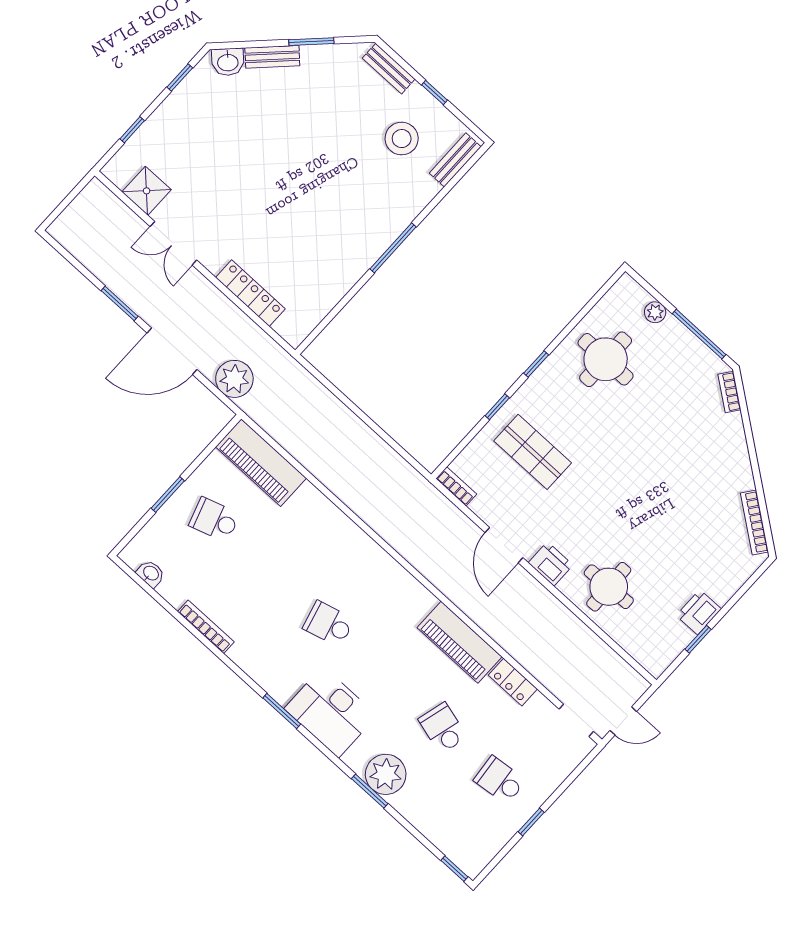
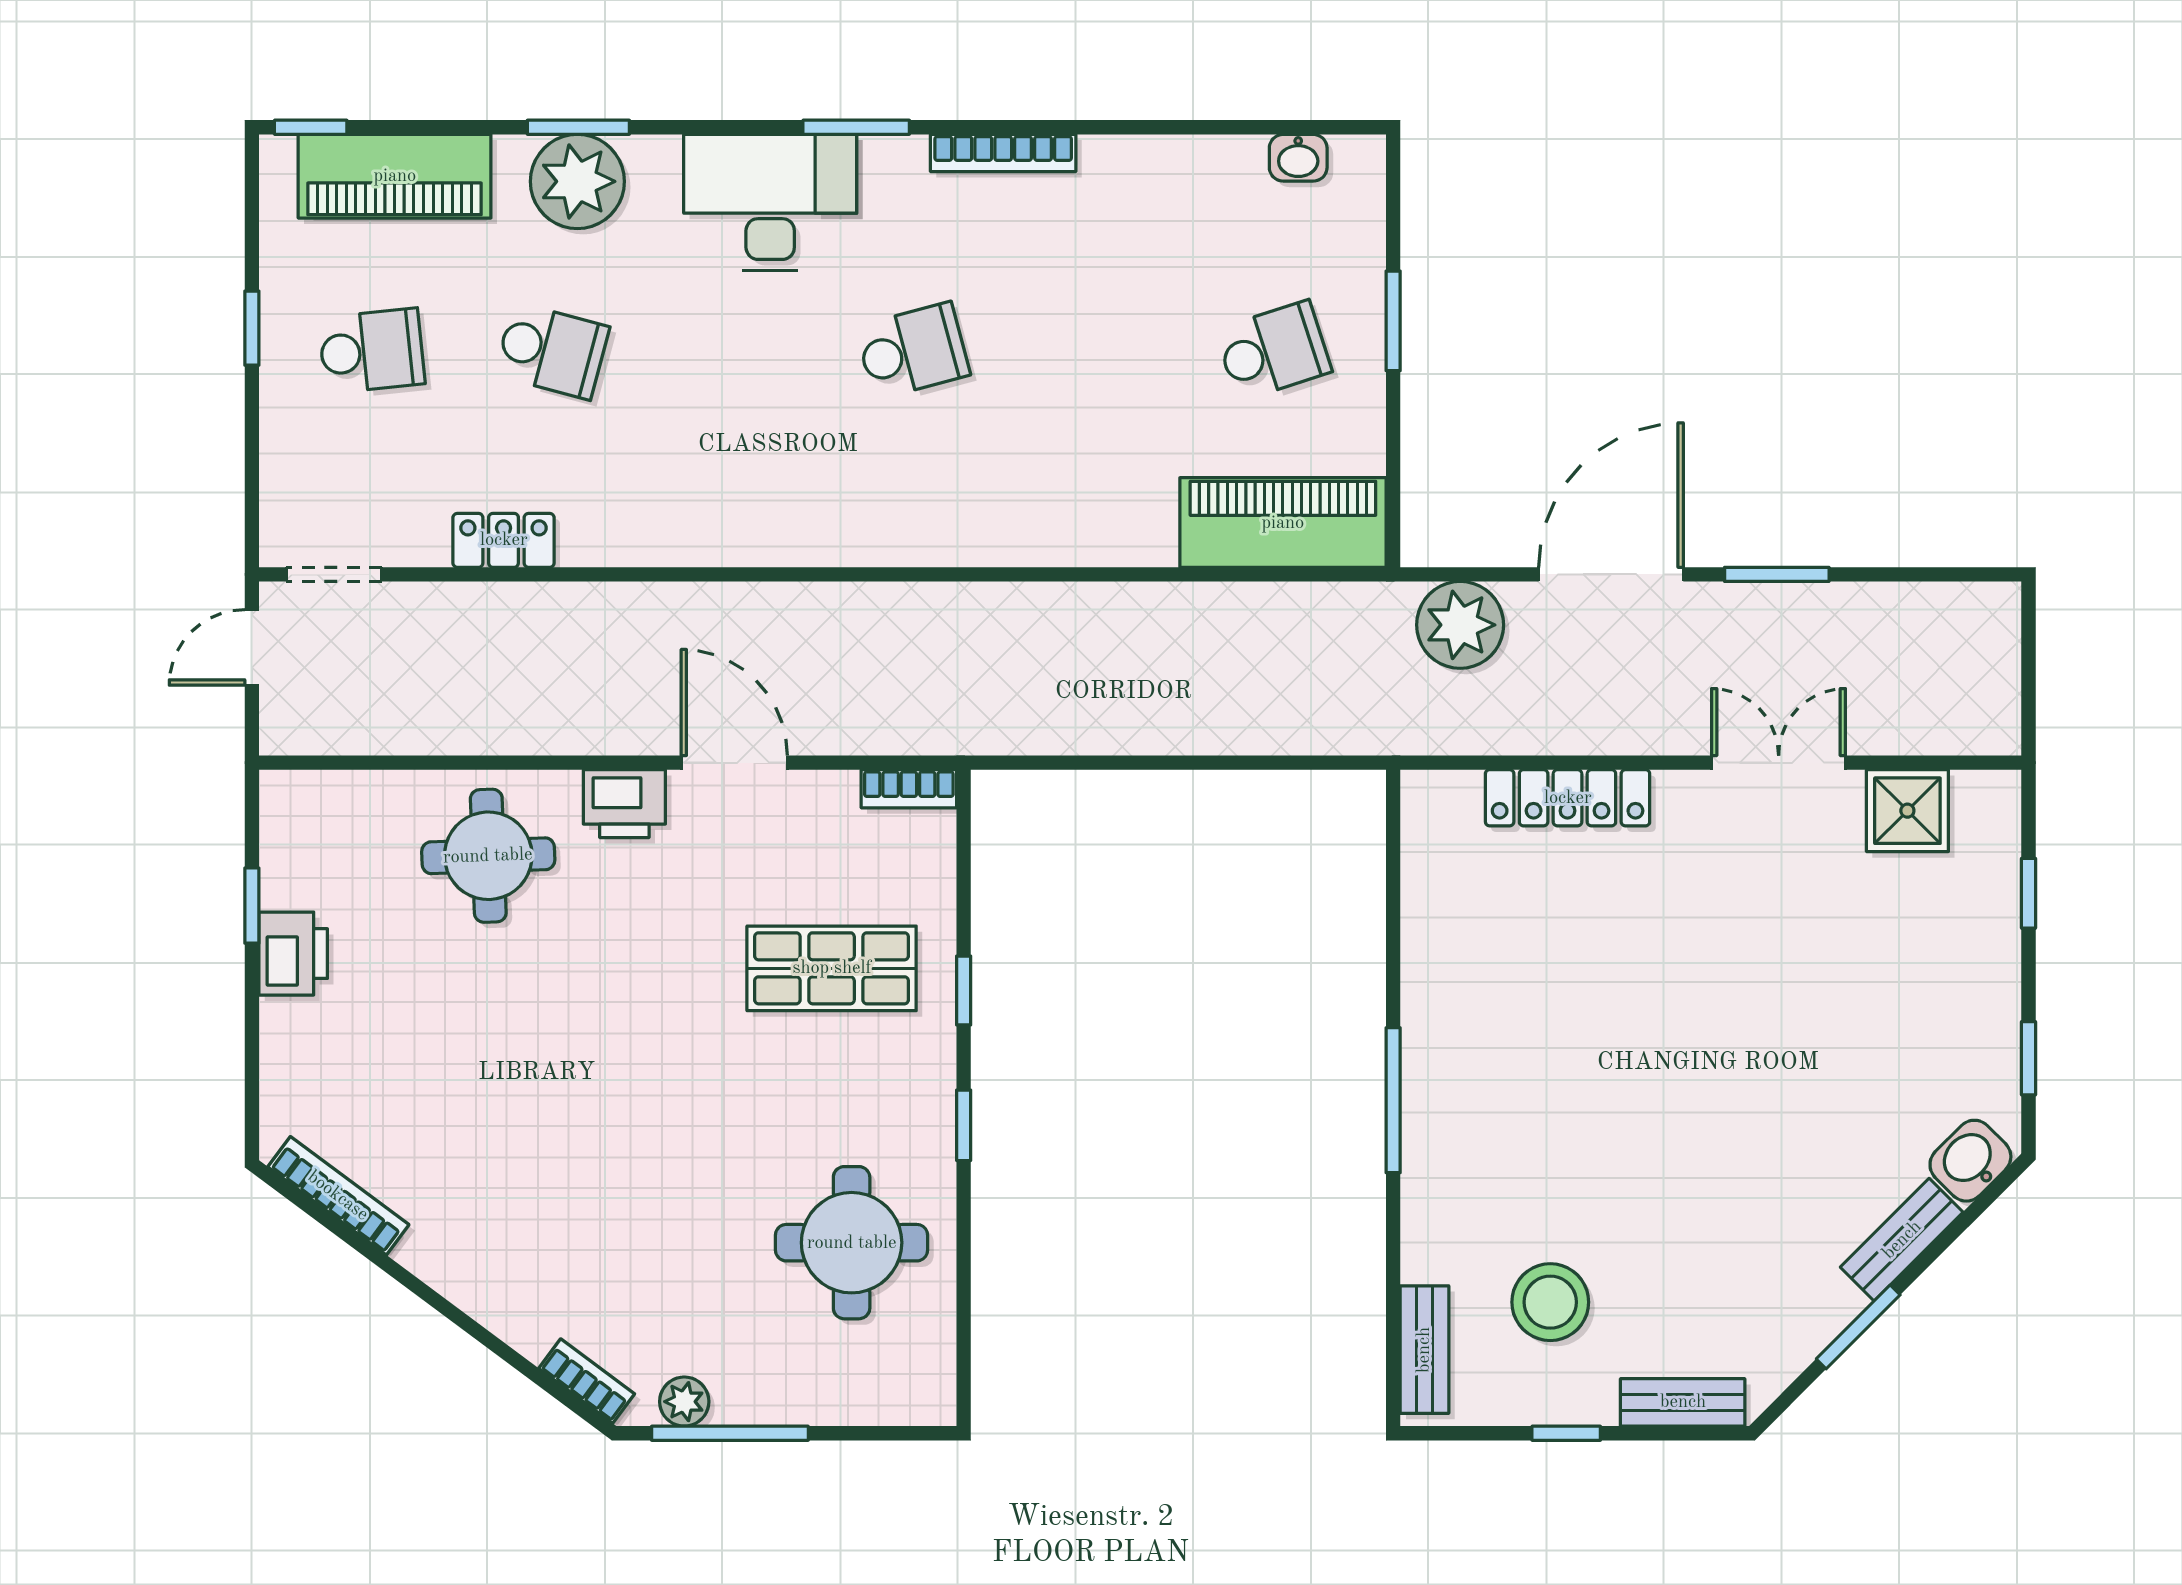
plant: (655, 312) -> (684, 1402), moved
bookcase: (206, 627) -> (1003, 153), moved
piano: (460, 642) -> (395, 176), moved, turned 180

